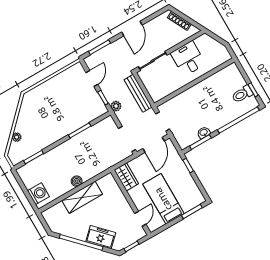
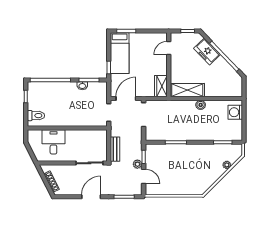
desk: (188, 59) -> (53, 142), moved, turned 180
door: (92, 78) -> (144, 176), swing flipped
bench: (138, 93) -> (115, 149), width x0.73
toilet: (242, 94) -> (36, 116), moved
plant: (116, 106) -> (137, 164), moved
shelving: (82, 197) -> (187, 90), moved
bed: (163, 199) -> (120, 53), moved

